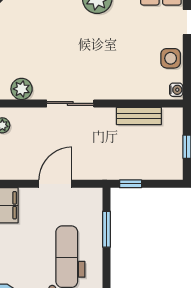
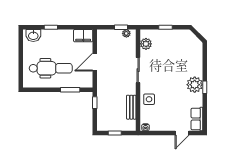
side table: (171, 58) -> (149, 99), moved
door: (55, 184) -> (95, 62), swing flipped

